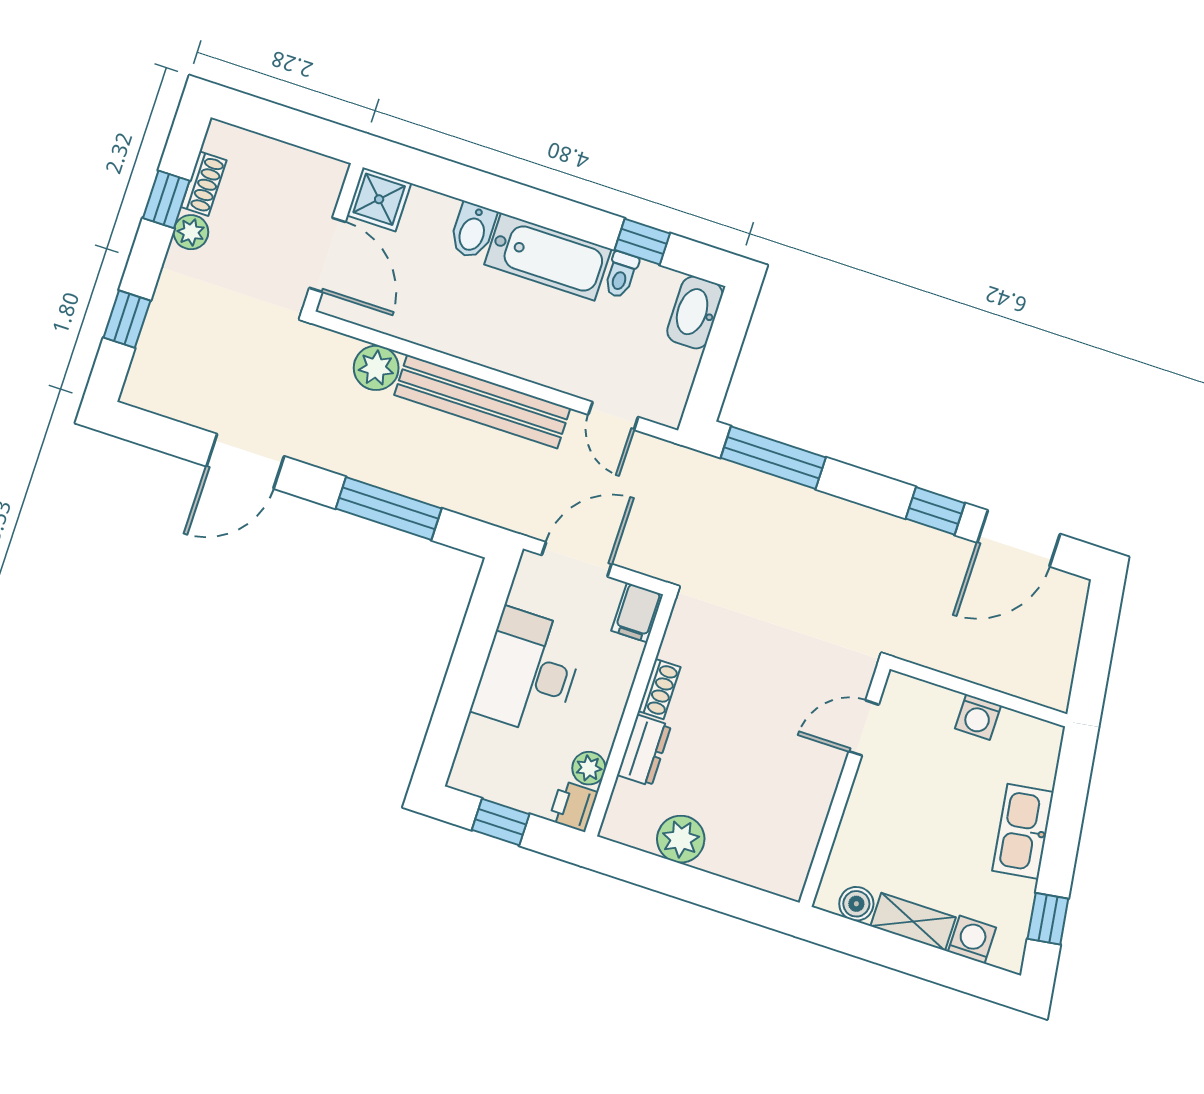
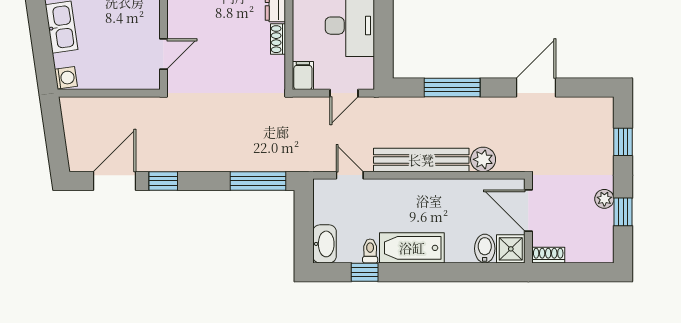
shoe rack: (204, 184) -> (548, 255), moved, turned 90
bidet: (473, 231) -> (485, 249), moved
door: (577, 559) -> (344, 93), width x0.73
washing machine: (978, 717) -> (66, 78), moved, turned 82

